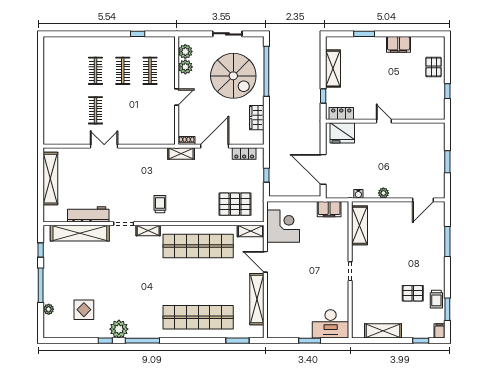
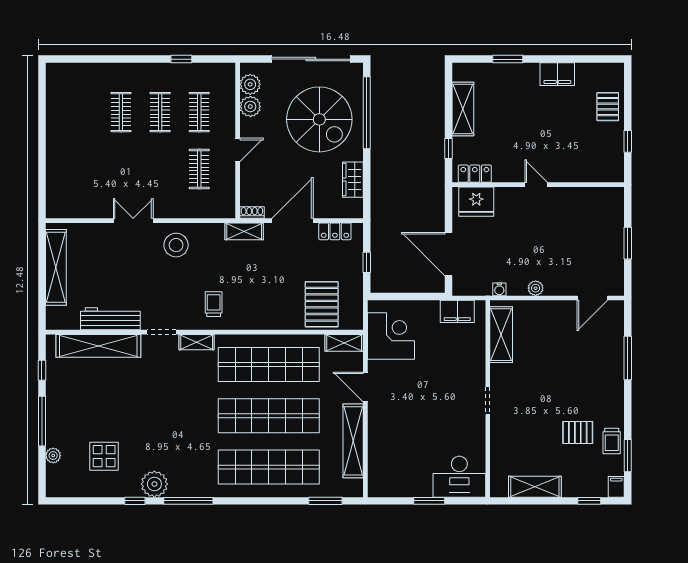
sliding door: (227, 34) -> (311, 59), width x1.86
clothes rail: (96, 110) -> (199, 169), moved
stool: (134, 163) -> (176, 245), added
pallet: (235, 204) -> (322, 304), turned 90
shop shelf: (198, 282) -> (269, 416), added

